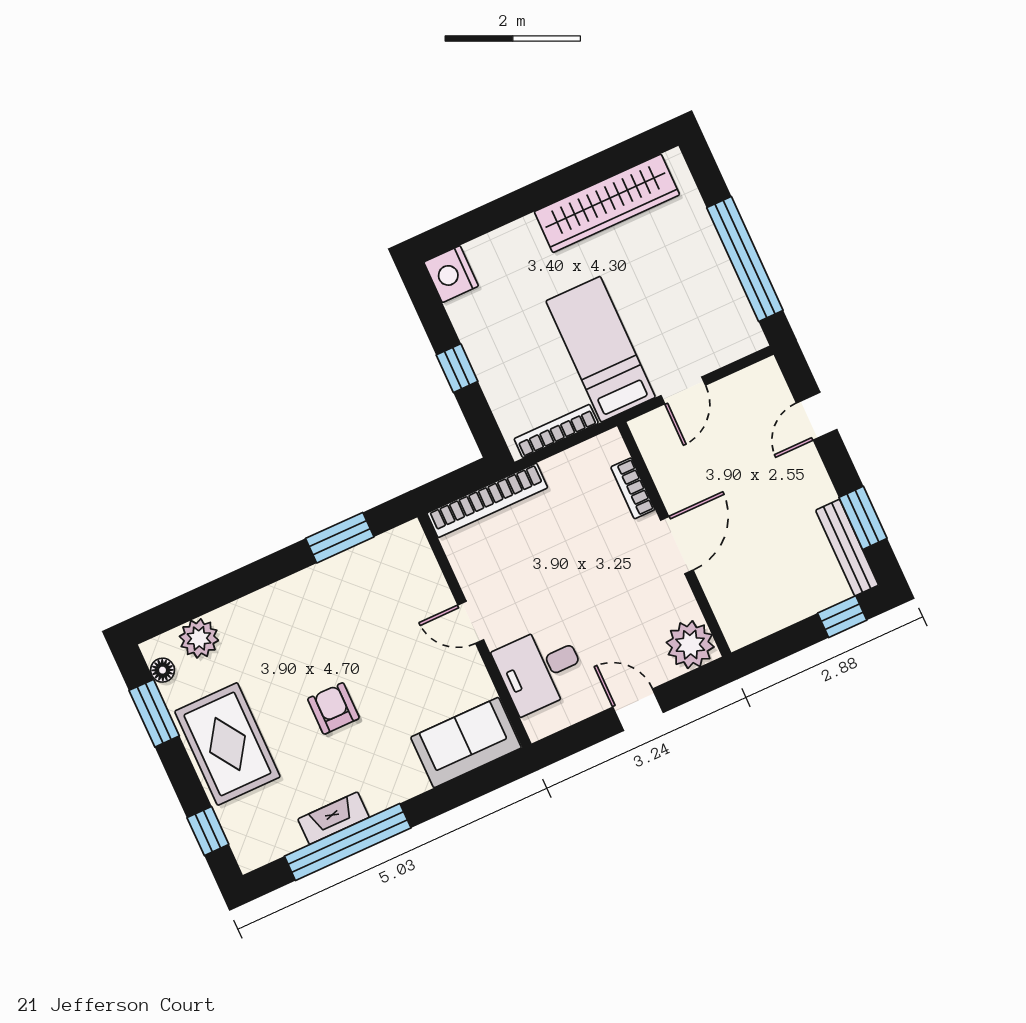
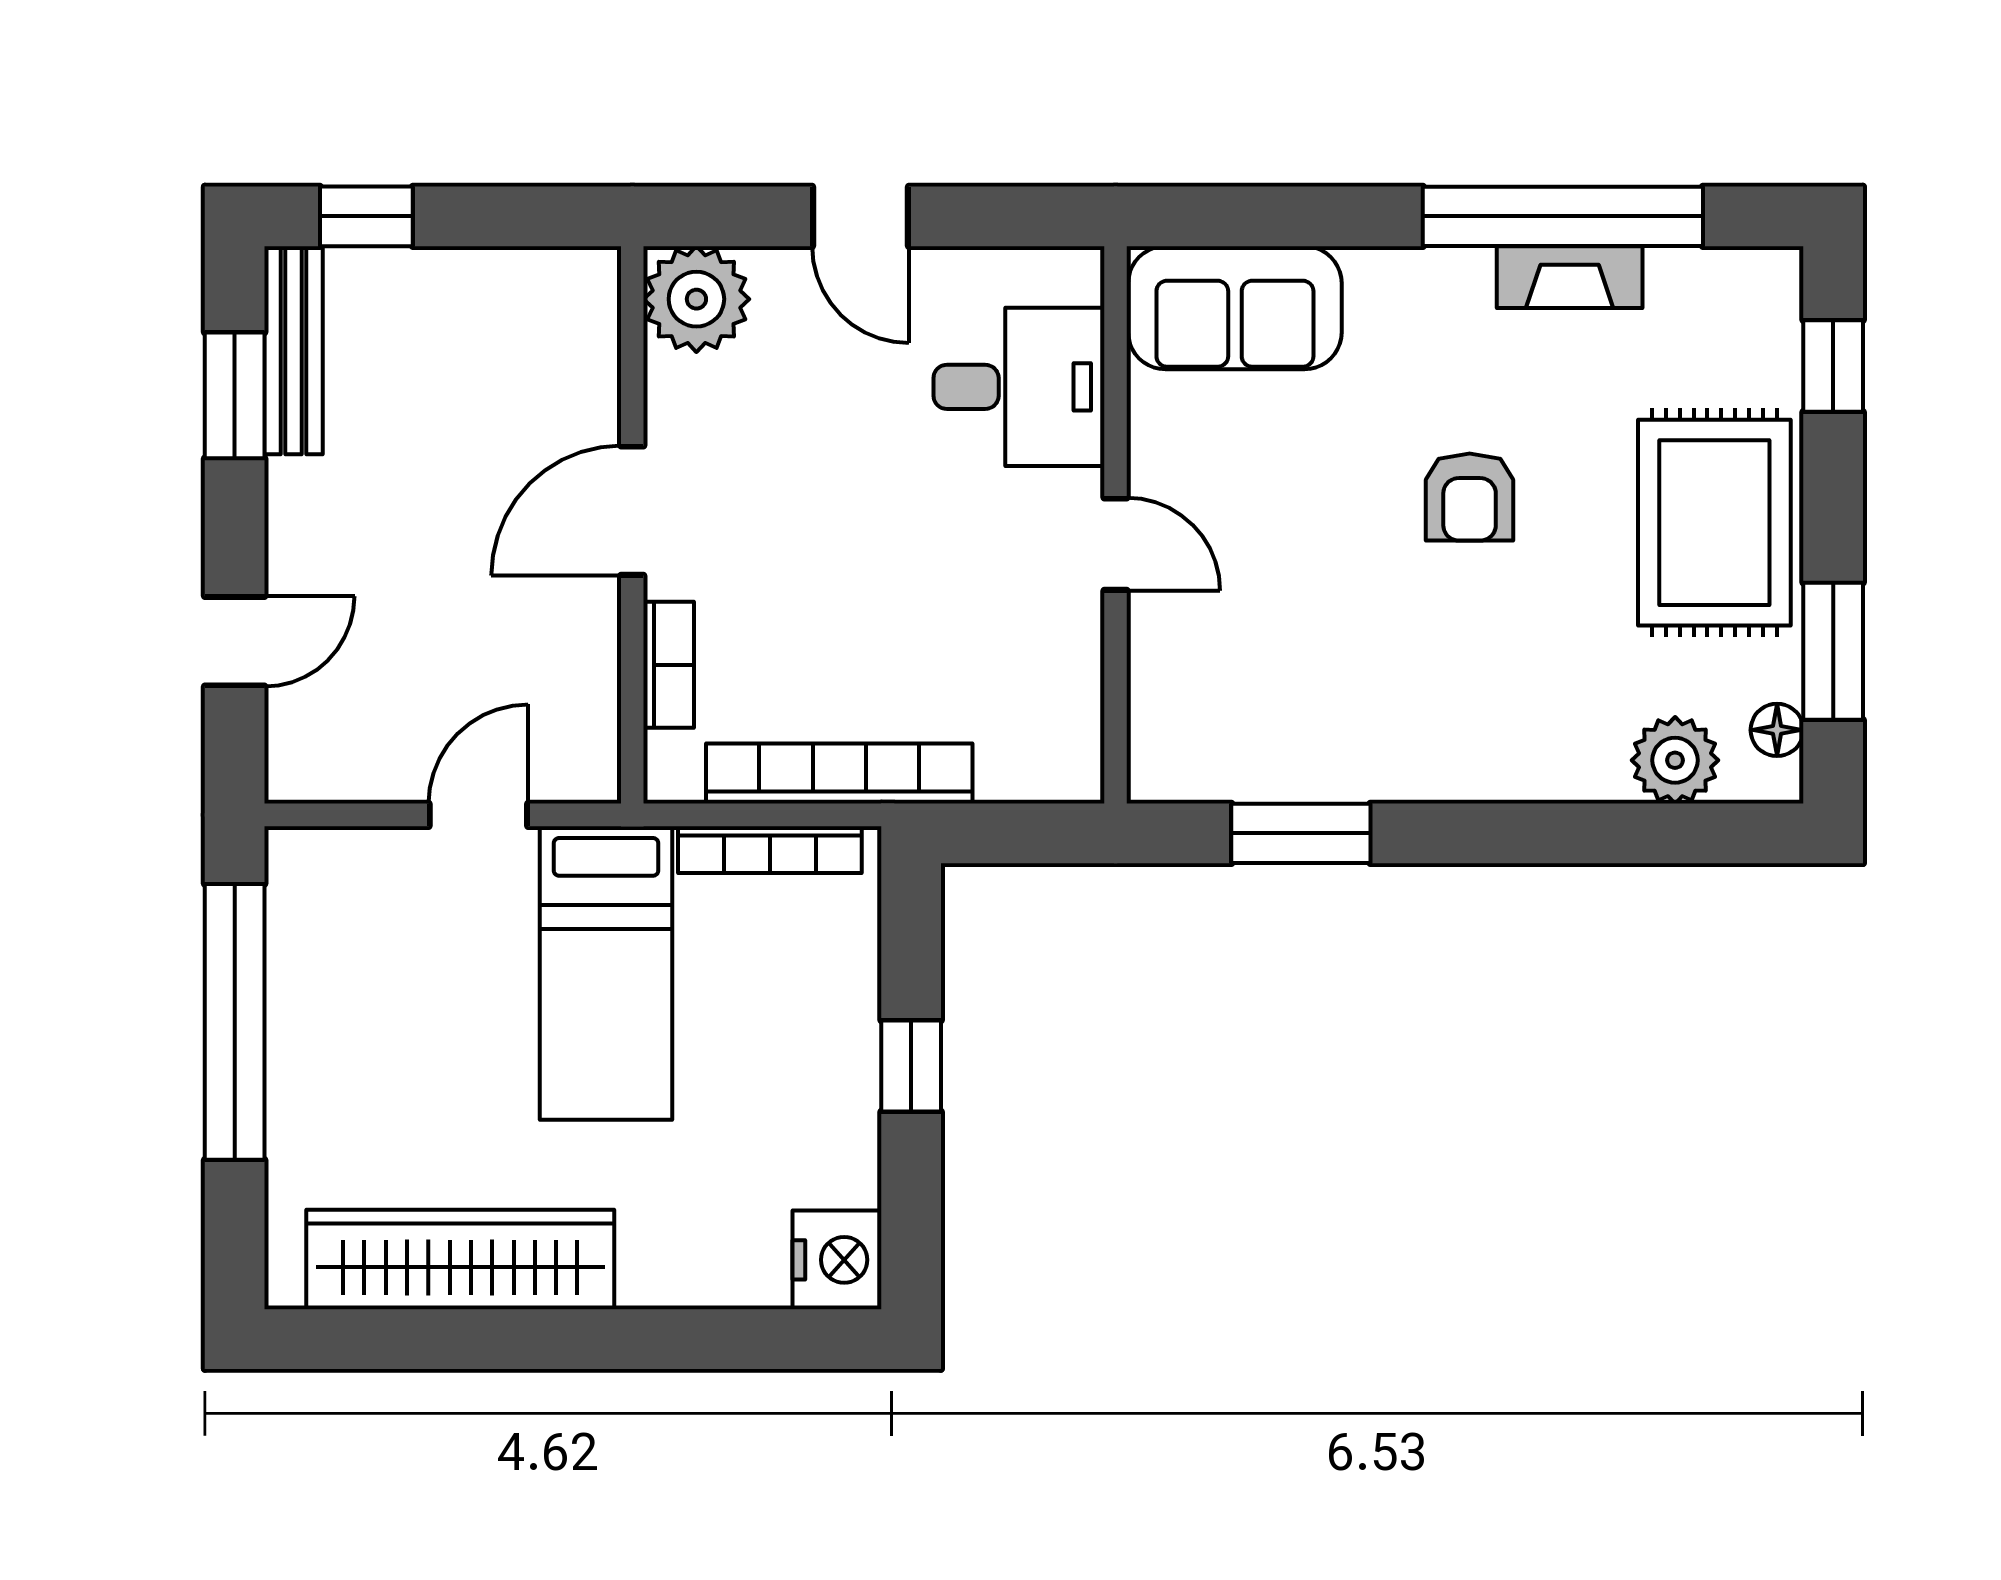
bookcase: (487, 500) -> (839, 773), moved

